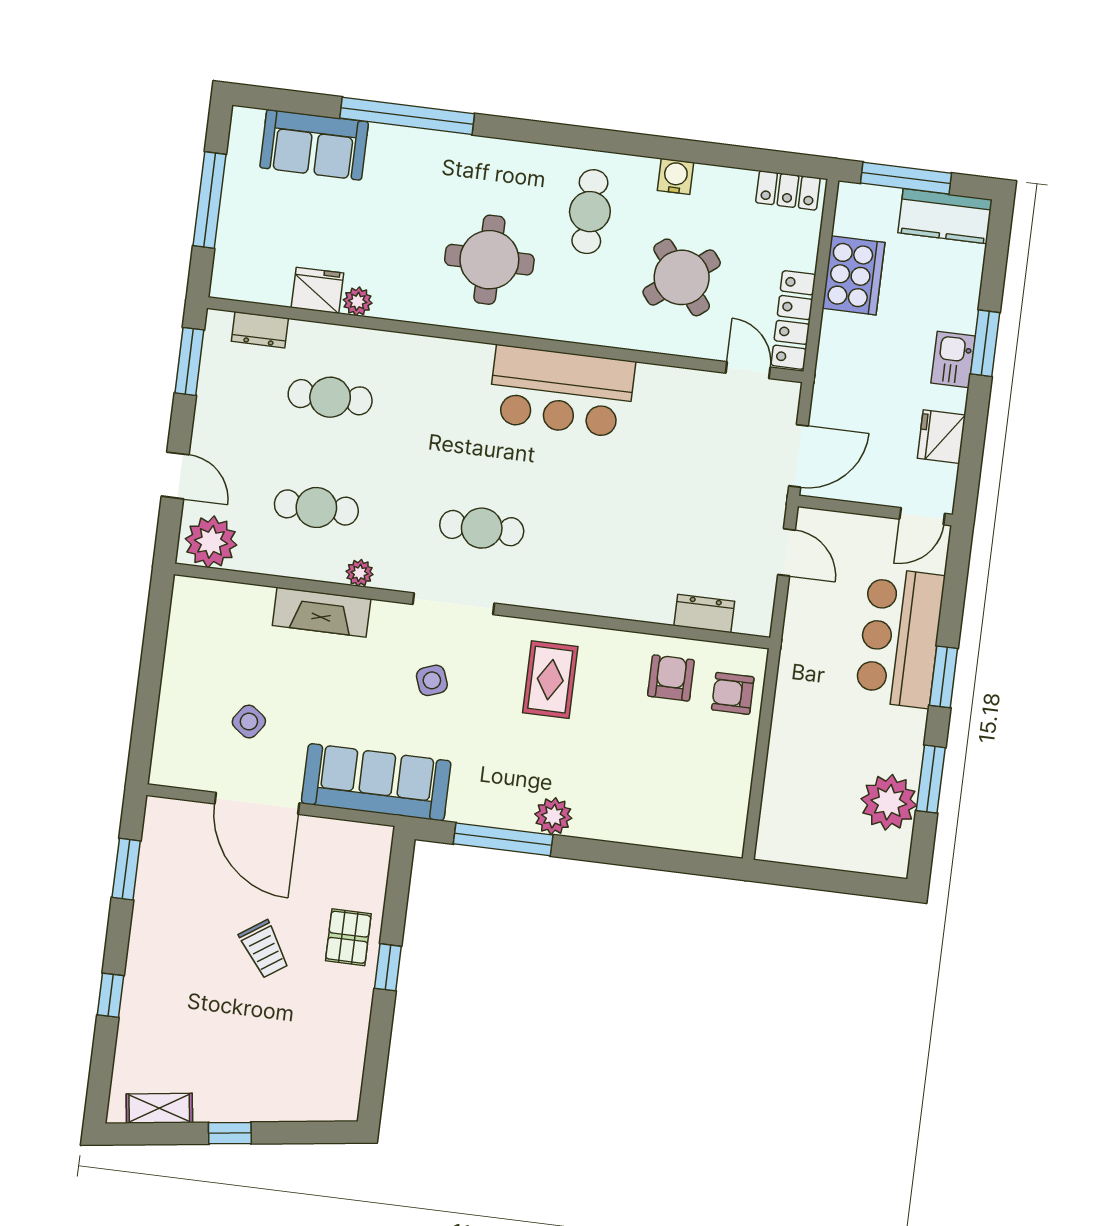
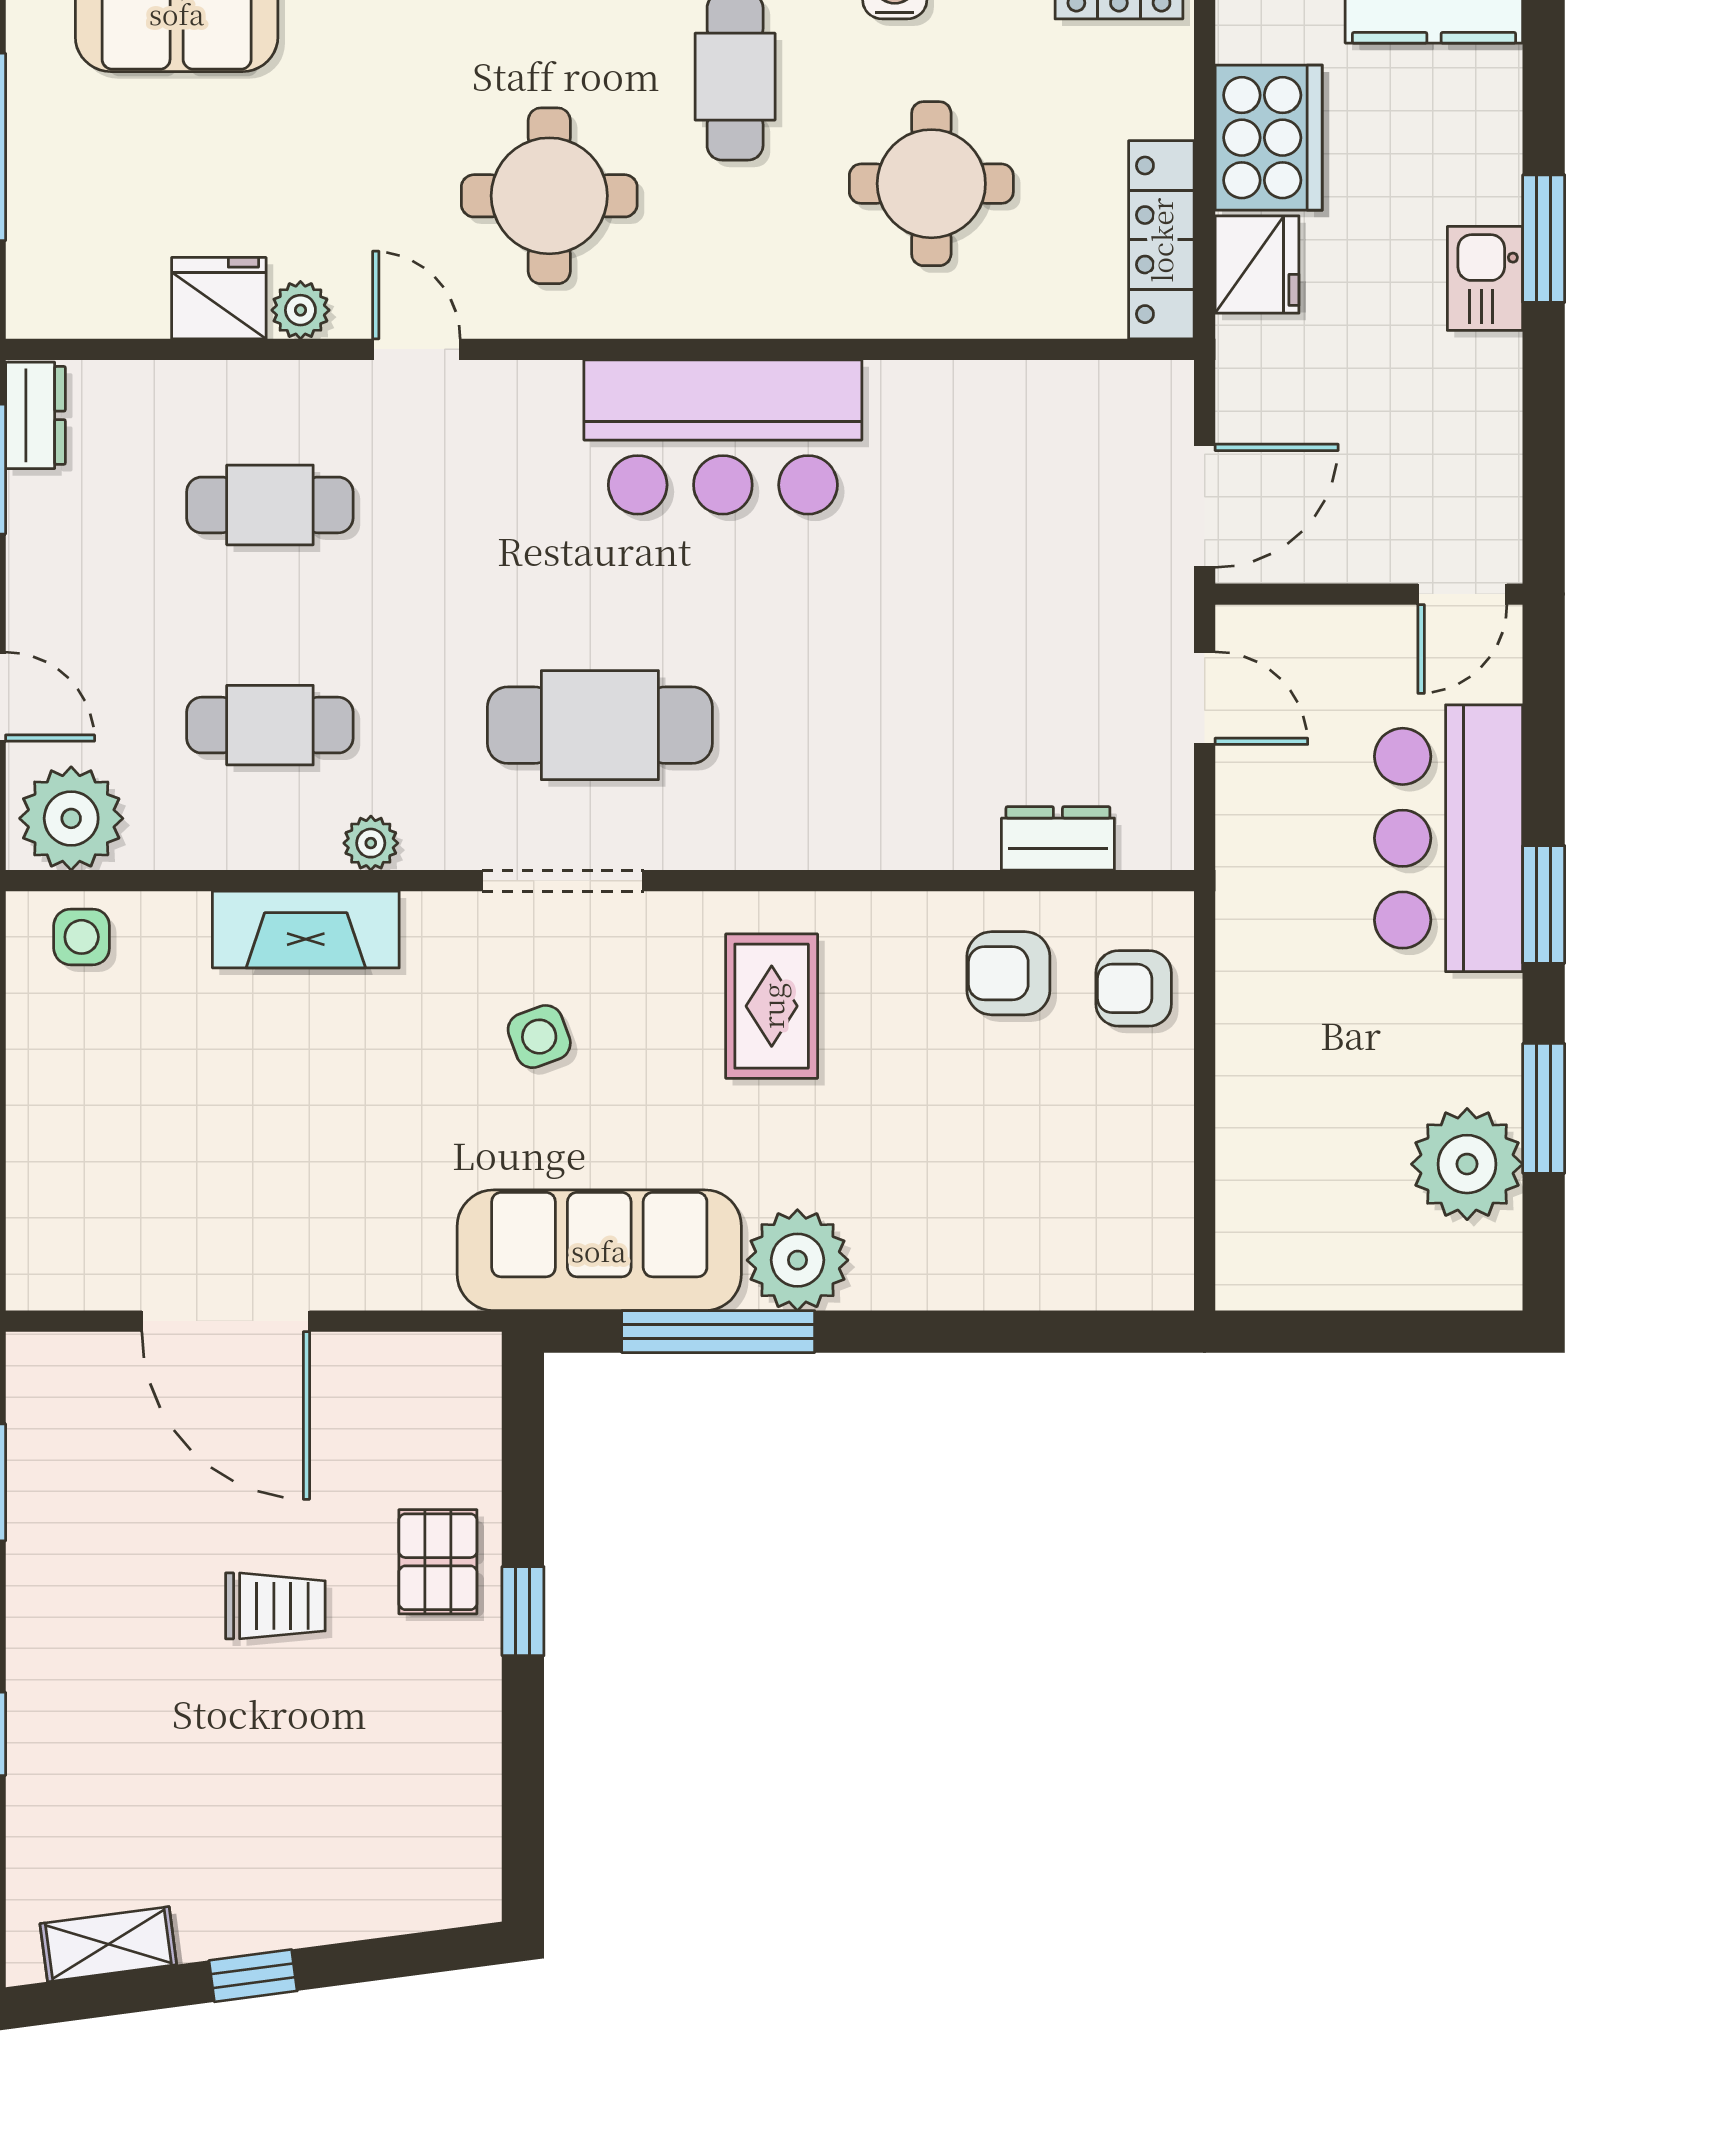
round table: (682, 277) -> (931, 184), turned 38
dresser: (260, 330) -> (35, 415), moved, turned -90
door: (748, 370) -> (416, 349), moved
fridge: (941, 437) -> (1257, 265), moved, turned 180
cafe table: (482, 528) -> (600, 725), width x1.37, depth x1.35
armchair: (671, 678) -> (1008, 973), turned -90
side table: (249, 722) -> (82, 937), moved, turned -36
sofa: (376, 782) -> (599, 1250), moved
plant: (553, 816) -> (797, 1260), width x1.36, depth x1.36
trolley: (264, 949) -> (275, 1606), turned -56

